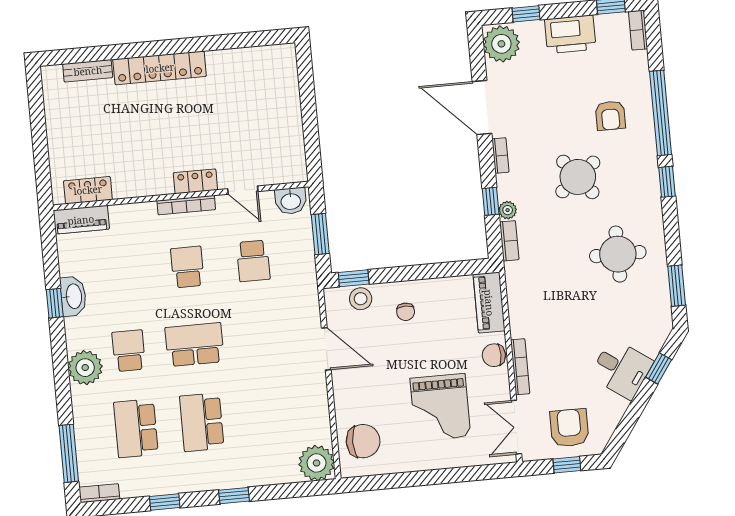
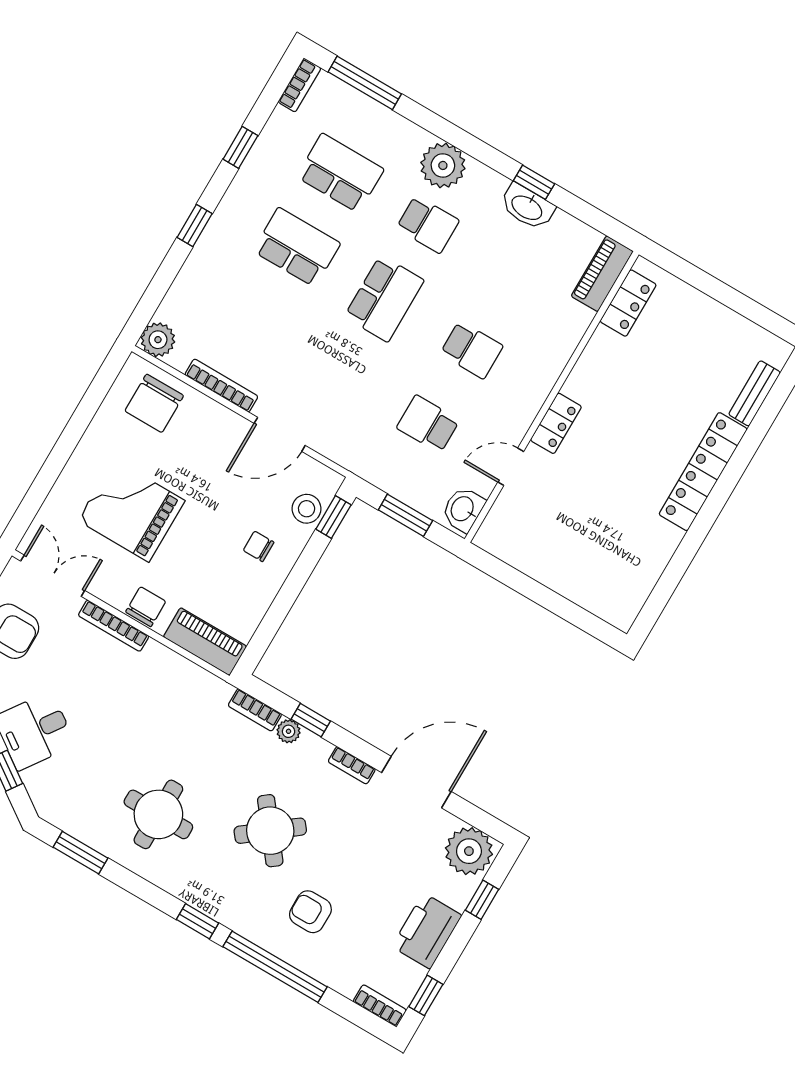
bookcase: (186, 205) -> (221, 386), moved, turned 90
plant: (317, 463) -> (158, 340), width x0.73, depth x0.73

